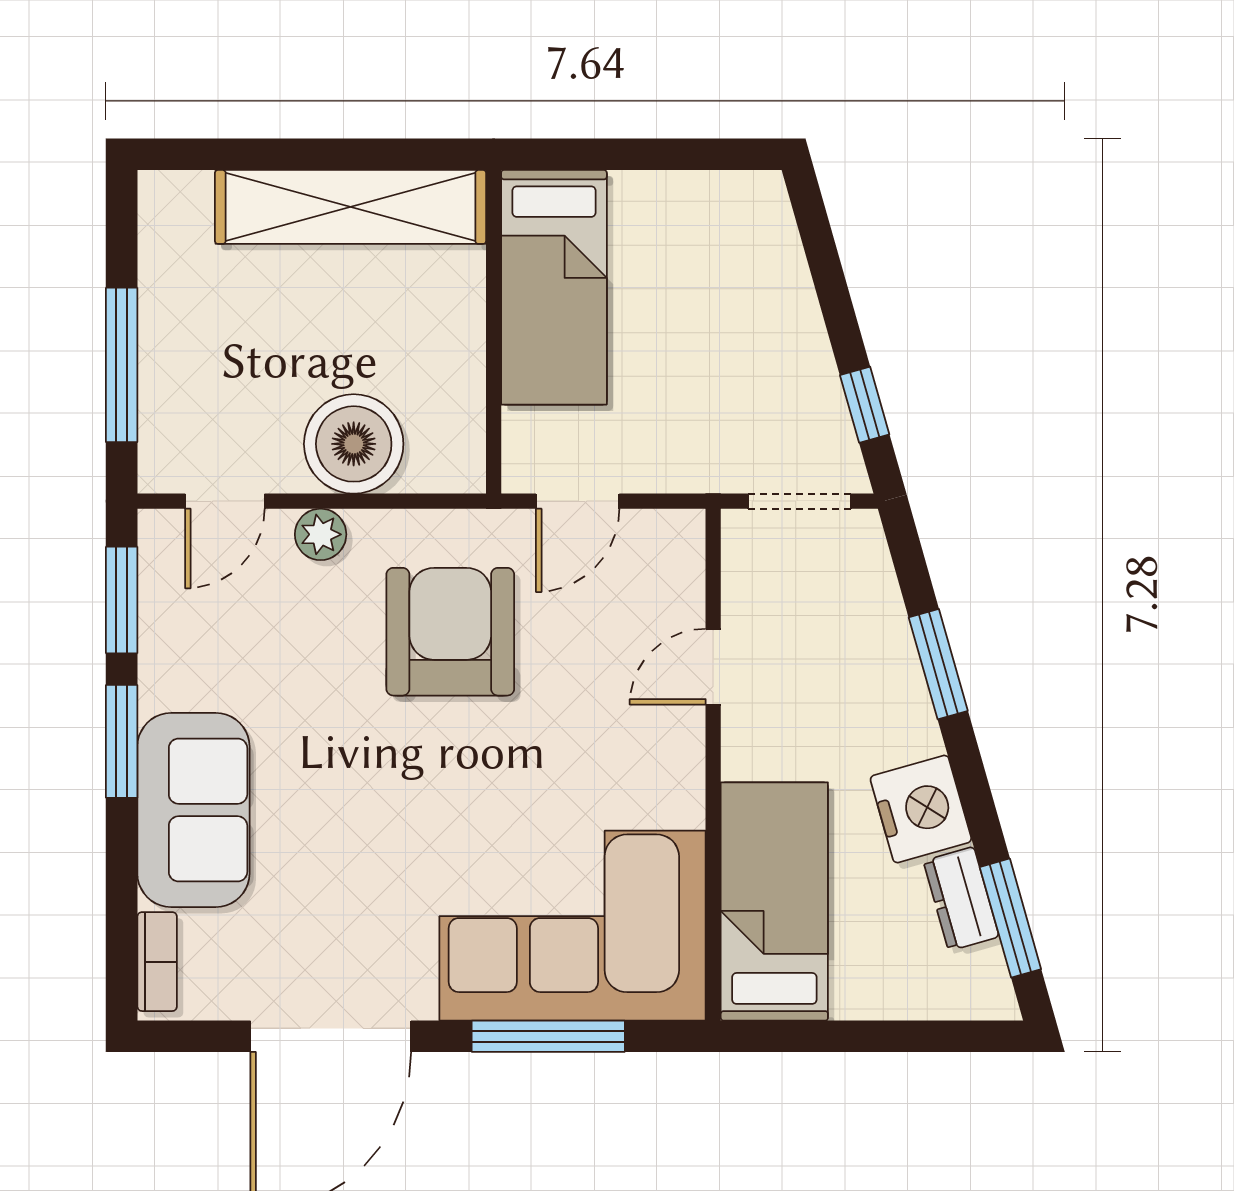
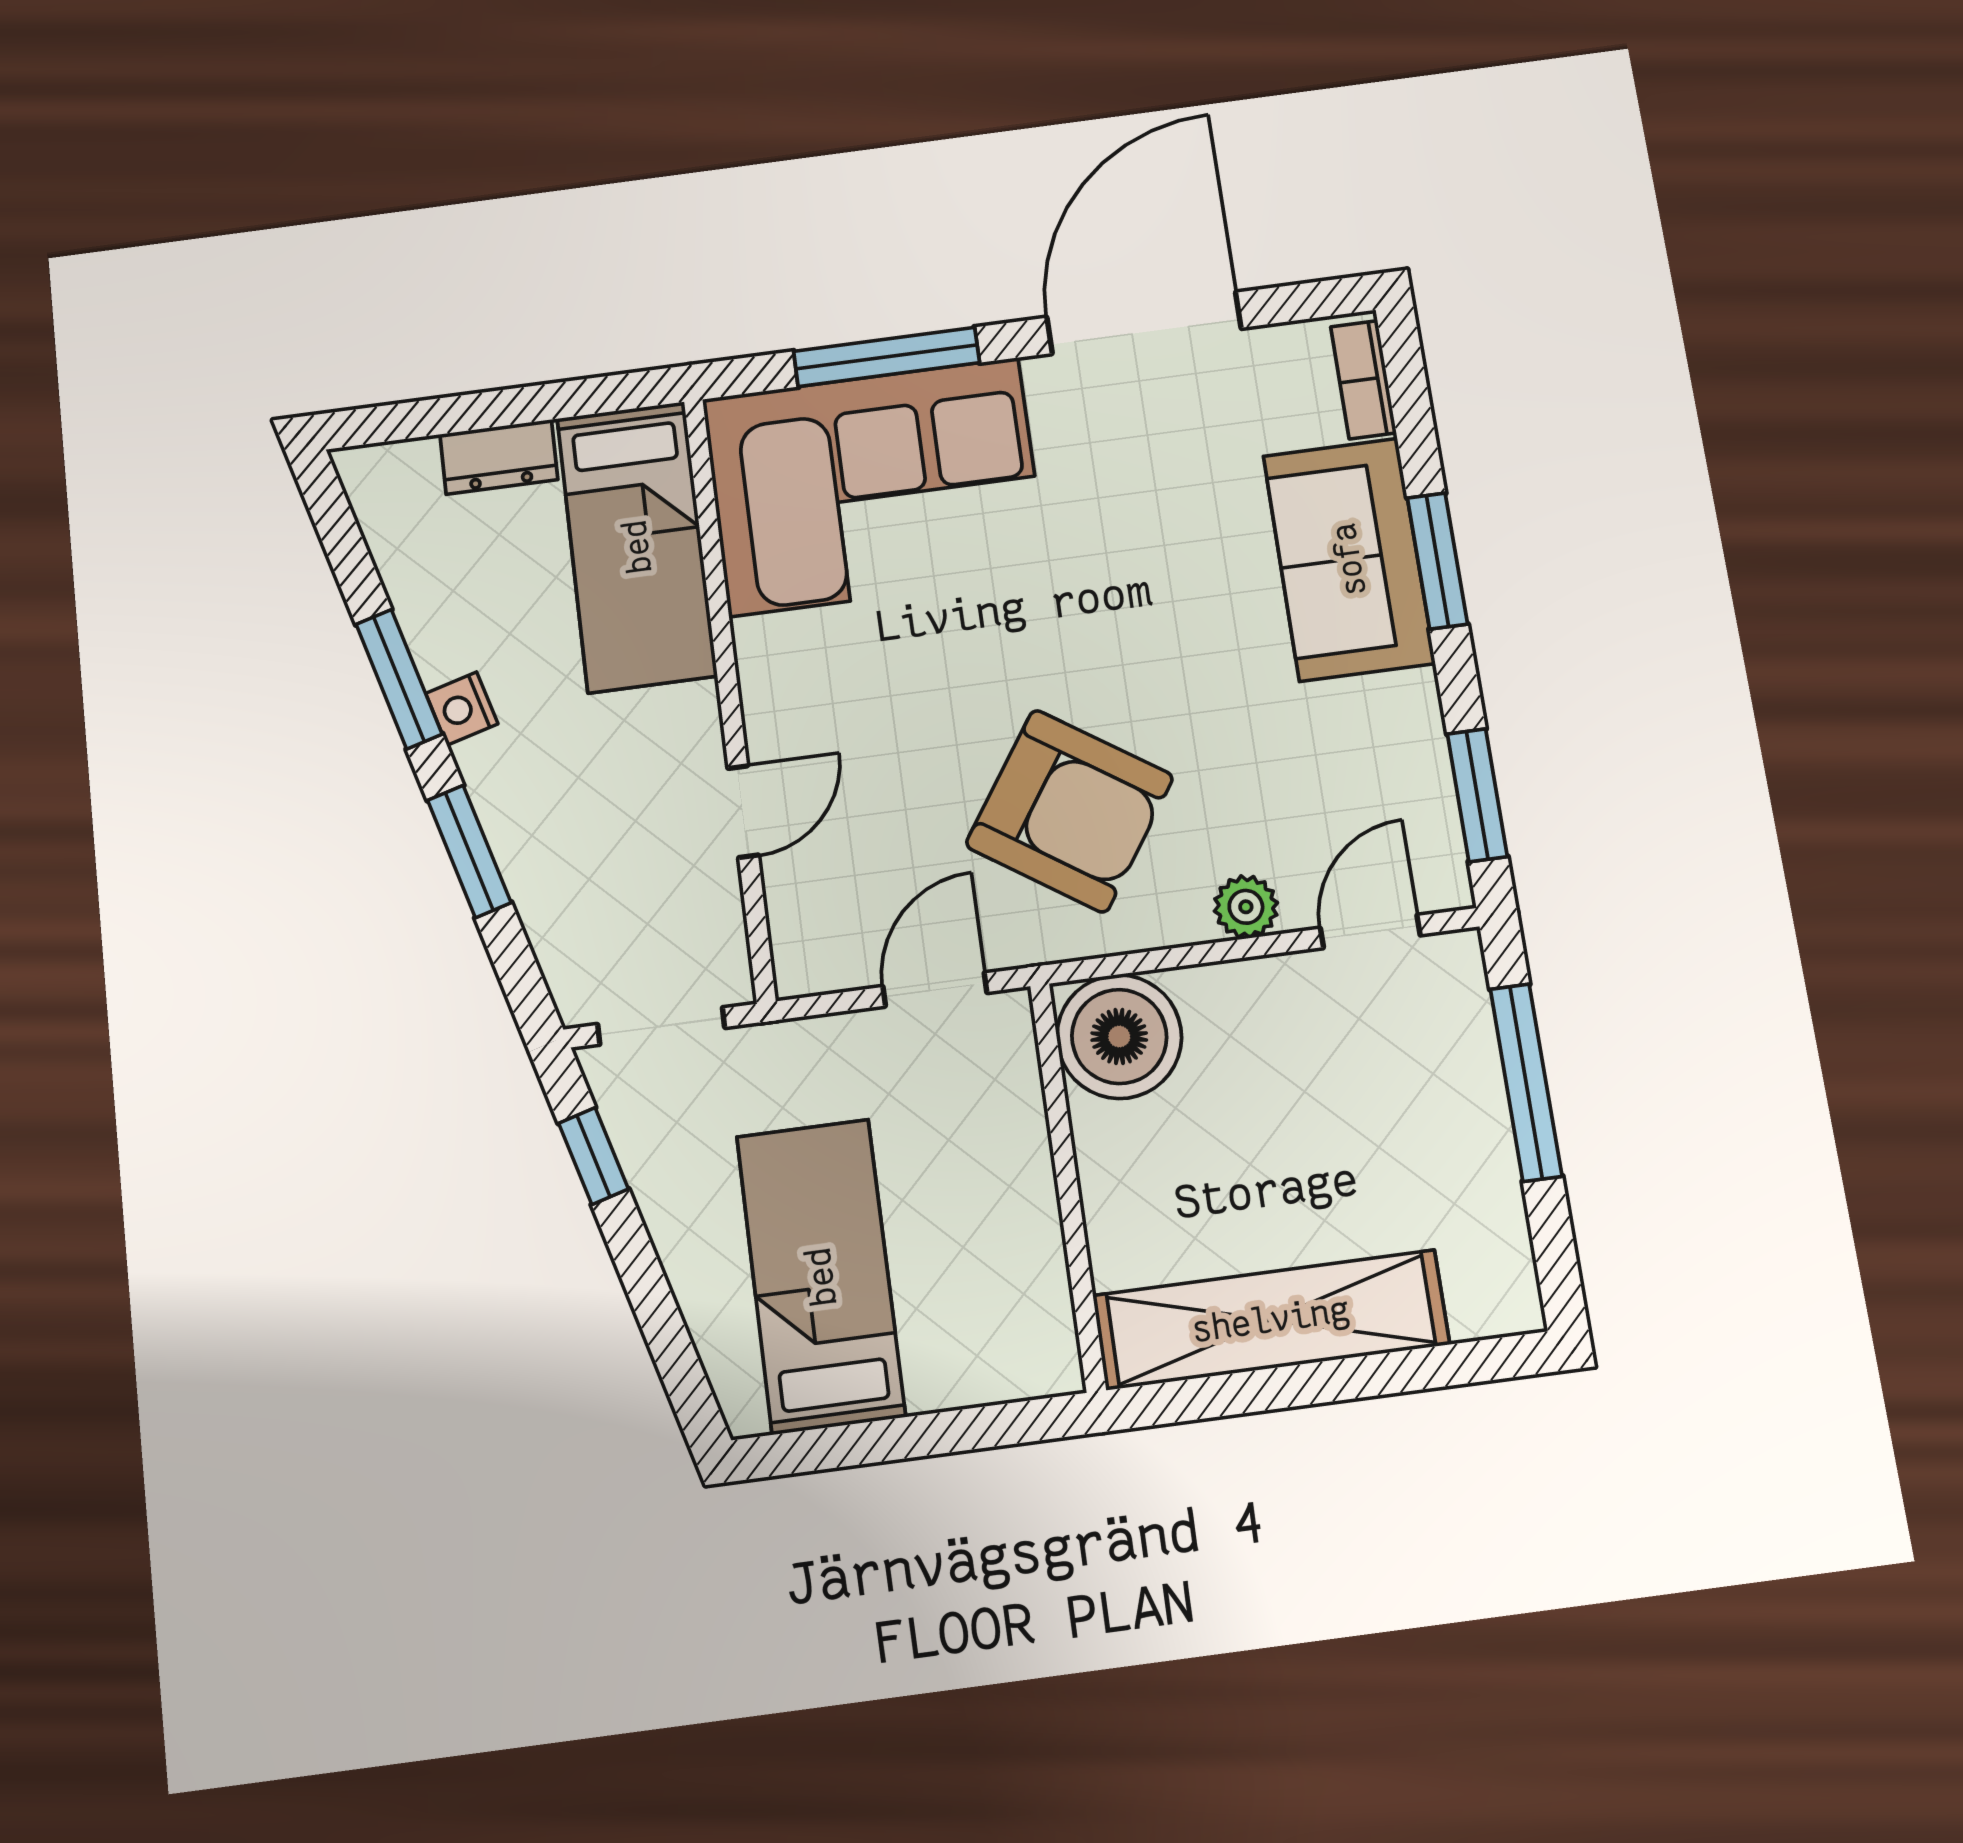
bed: (554, 287) -> (821, 1276), moved
boiler: (354, 444) -> (1119, 1037), moved
armchair: (450, 632) -> (1069, 811), turned -56
window: (122, 741) -> (1437, 561), moved
nightstand: (921, 809) -> (462, 709), width x0.53, depth x0.56
dresser: (961, 899) -> (499, 457), moved, turned 106
window: (1010, 918) -> (399, 679), moved

